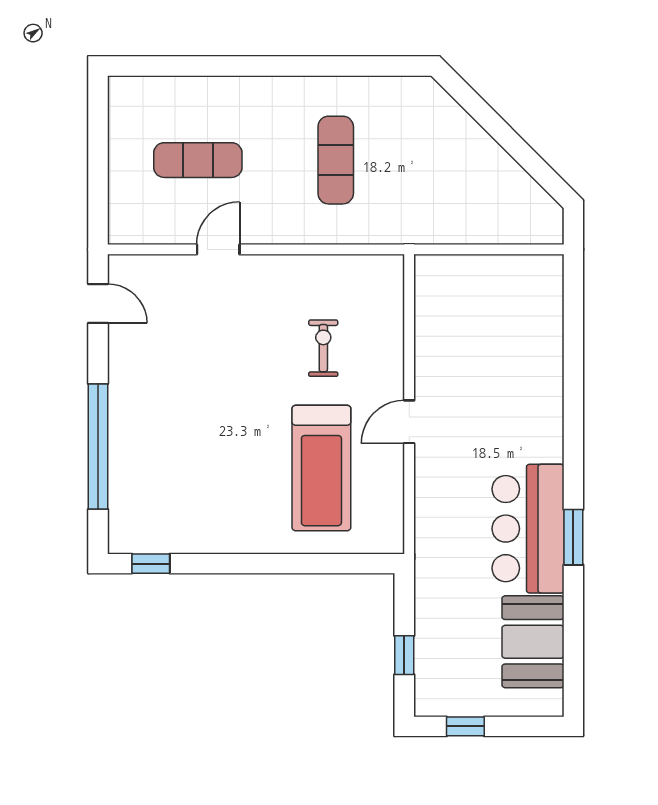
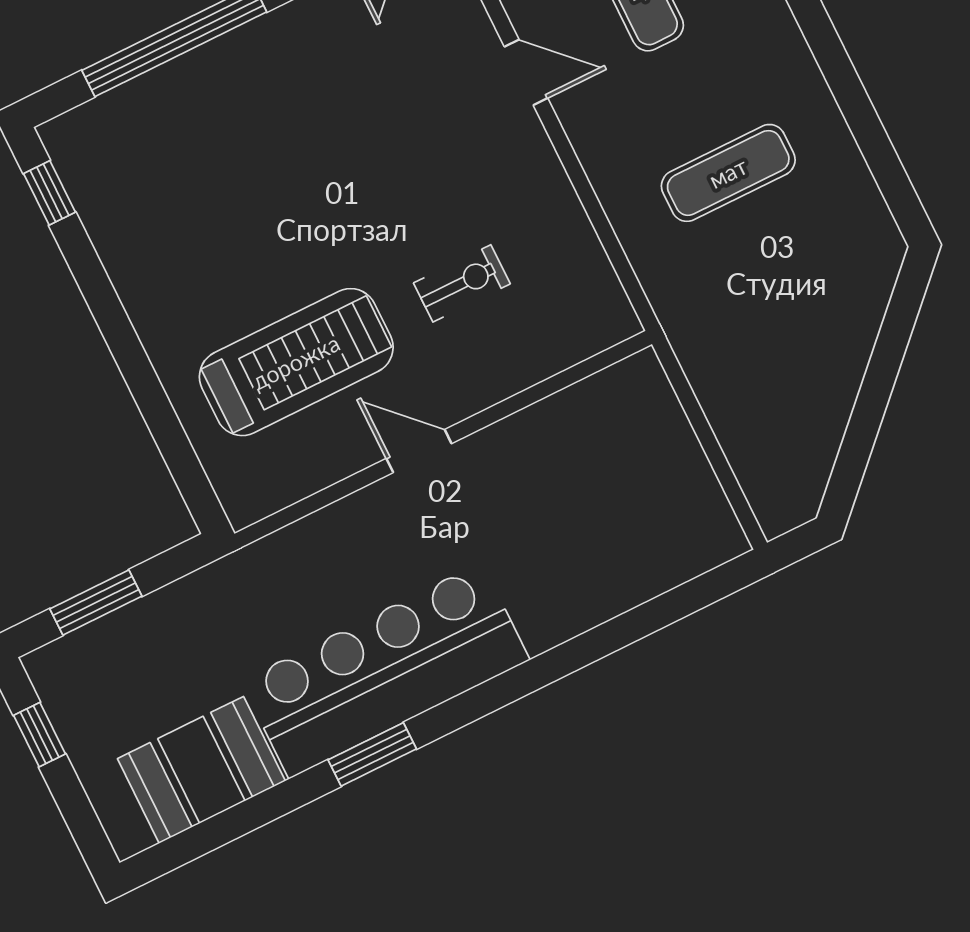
treadmill: (321, 468) -> (296, 362), turned 180
bar counter: (528, 529) -> (385, 670), width x1.36
window: (404, 655) -> (96, 602), width x1.50

